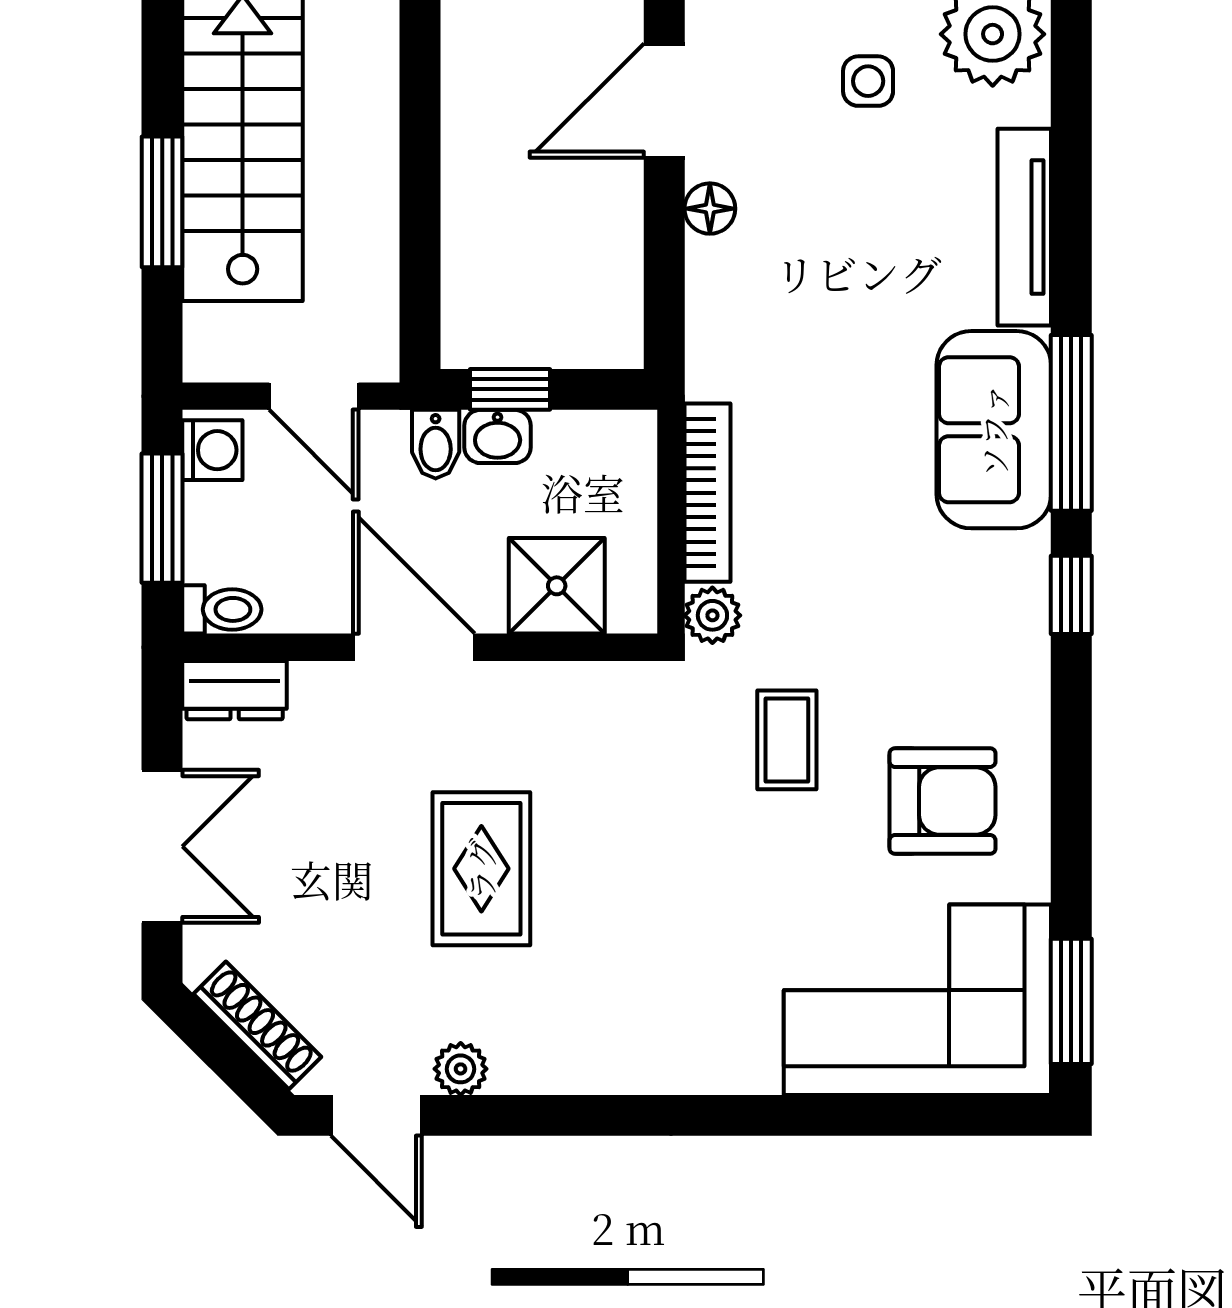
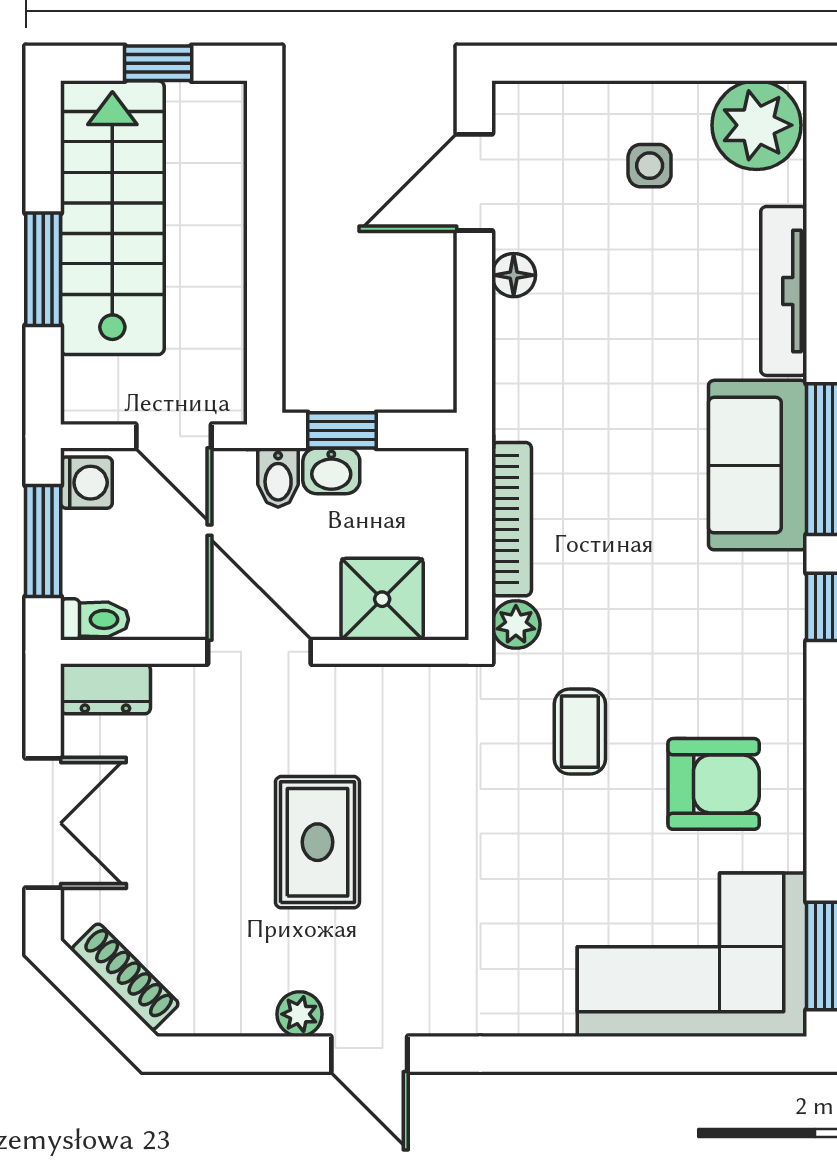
door: (376, 1115) -> (369, 1054), moved

